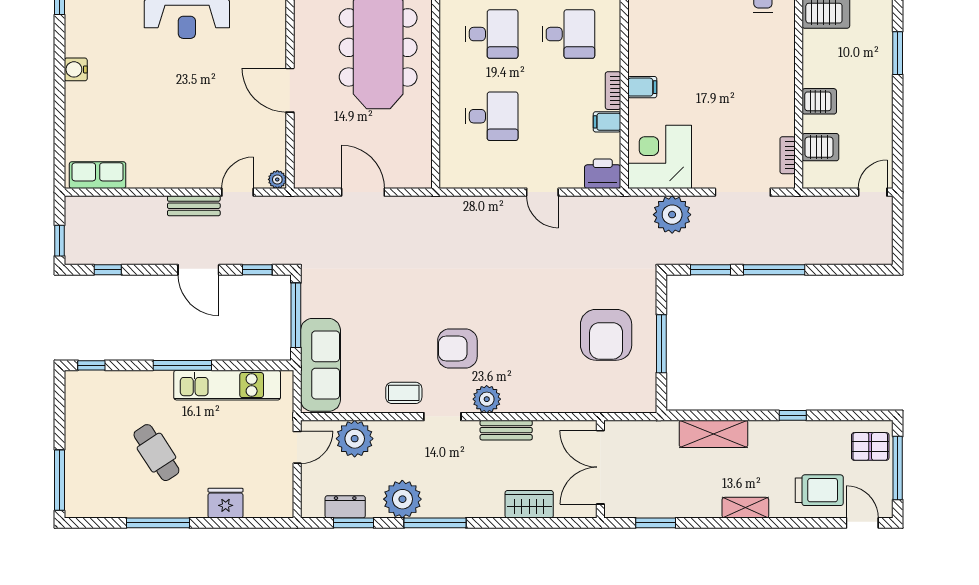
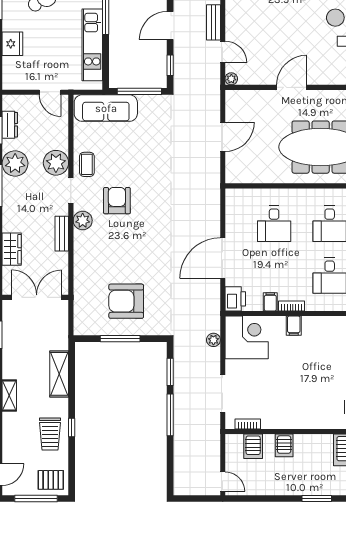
door: (542, 192) -> (223, 258), width x1.88
plant: (672, 215) -> (213, 340), width x0.53, depth x0.53
plant: (355, 439) -> (56, 163), moved
pallet: (870, 446) -> (51, 480), turned 90
trolley: (819, 490) -> (50, 434), moved

